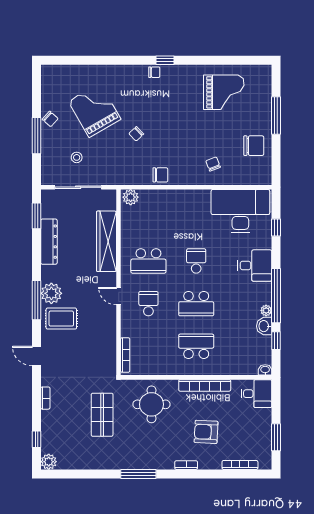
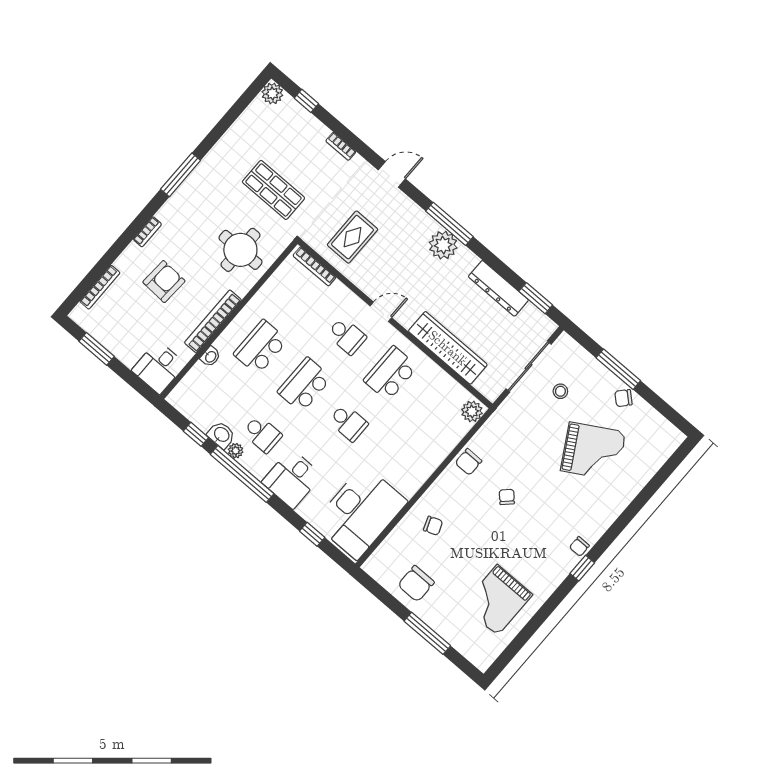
chair: (136, 134) -> (507, 497), moved
school desk: (244, 304) -> (262, 434), added
rug: (61, 319) -> (353, 237), moved
school desk: (196, 346) -> (261, 347), turned 180
washbasin: (265, 370) -> (210, 357), moved

